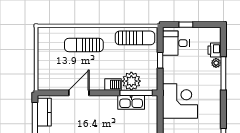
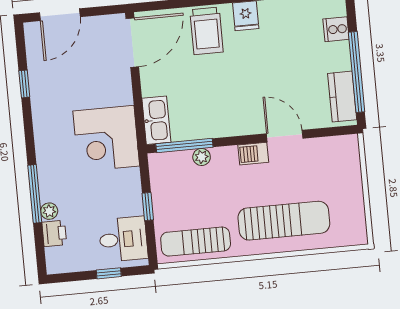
sun lounger: (84, 45) -> (284, 221), width x1.36, depth x1.34
plant: (131, 81) -> (202, 157), width x0.53, depth x0.53
barbecue: (113, 85) -> (253, 154), moved
door: (79, 93) -> (285, 136), swing flipped
kitchen sink: (131, 102) -> (156, 120), moved, turned 90

